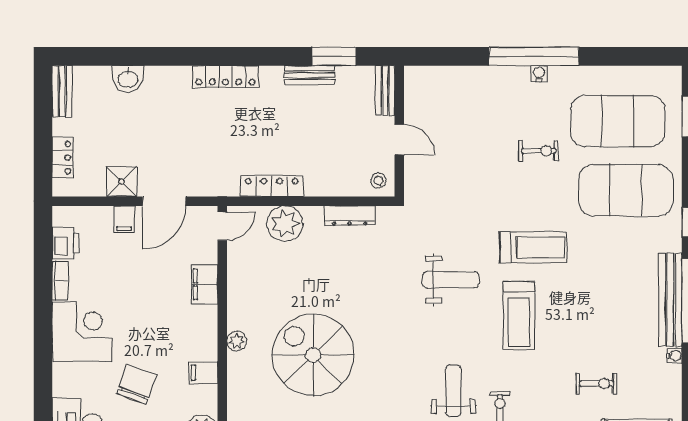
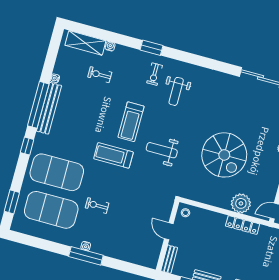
window: (534, 56) -> (86, 256), width x0.68
dresser: (350, 216) -> (206, 198), removed
treadmill: (519, 315) -> (131, 122), turned 180
spiral stairs: (313, 355) -> (224, 155), moved

